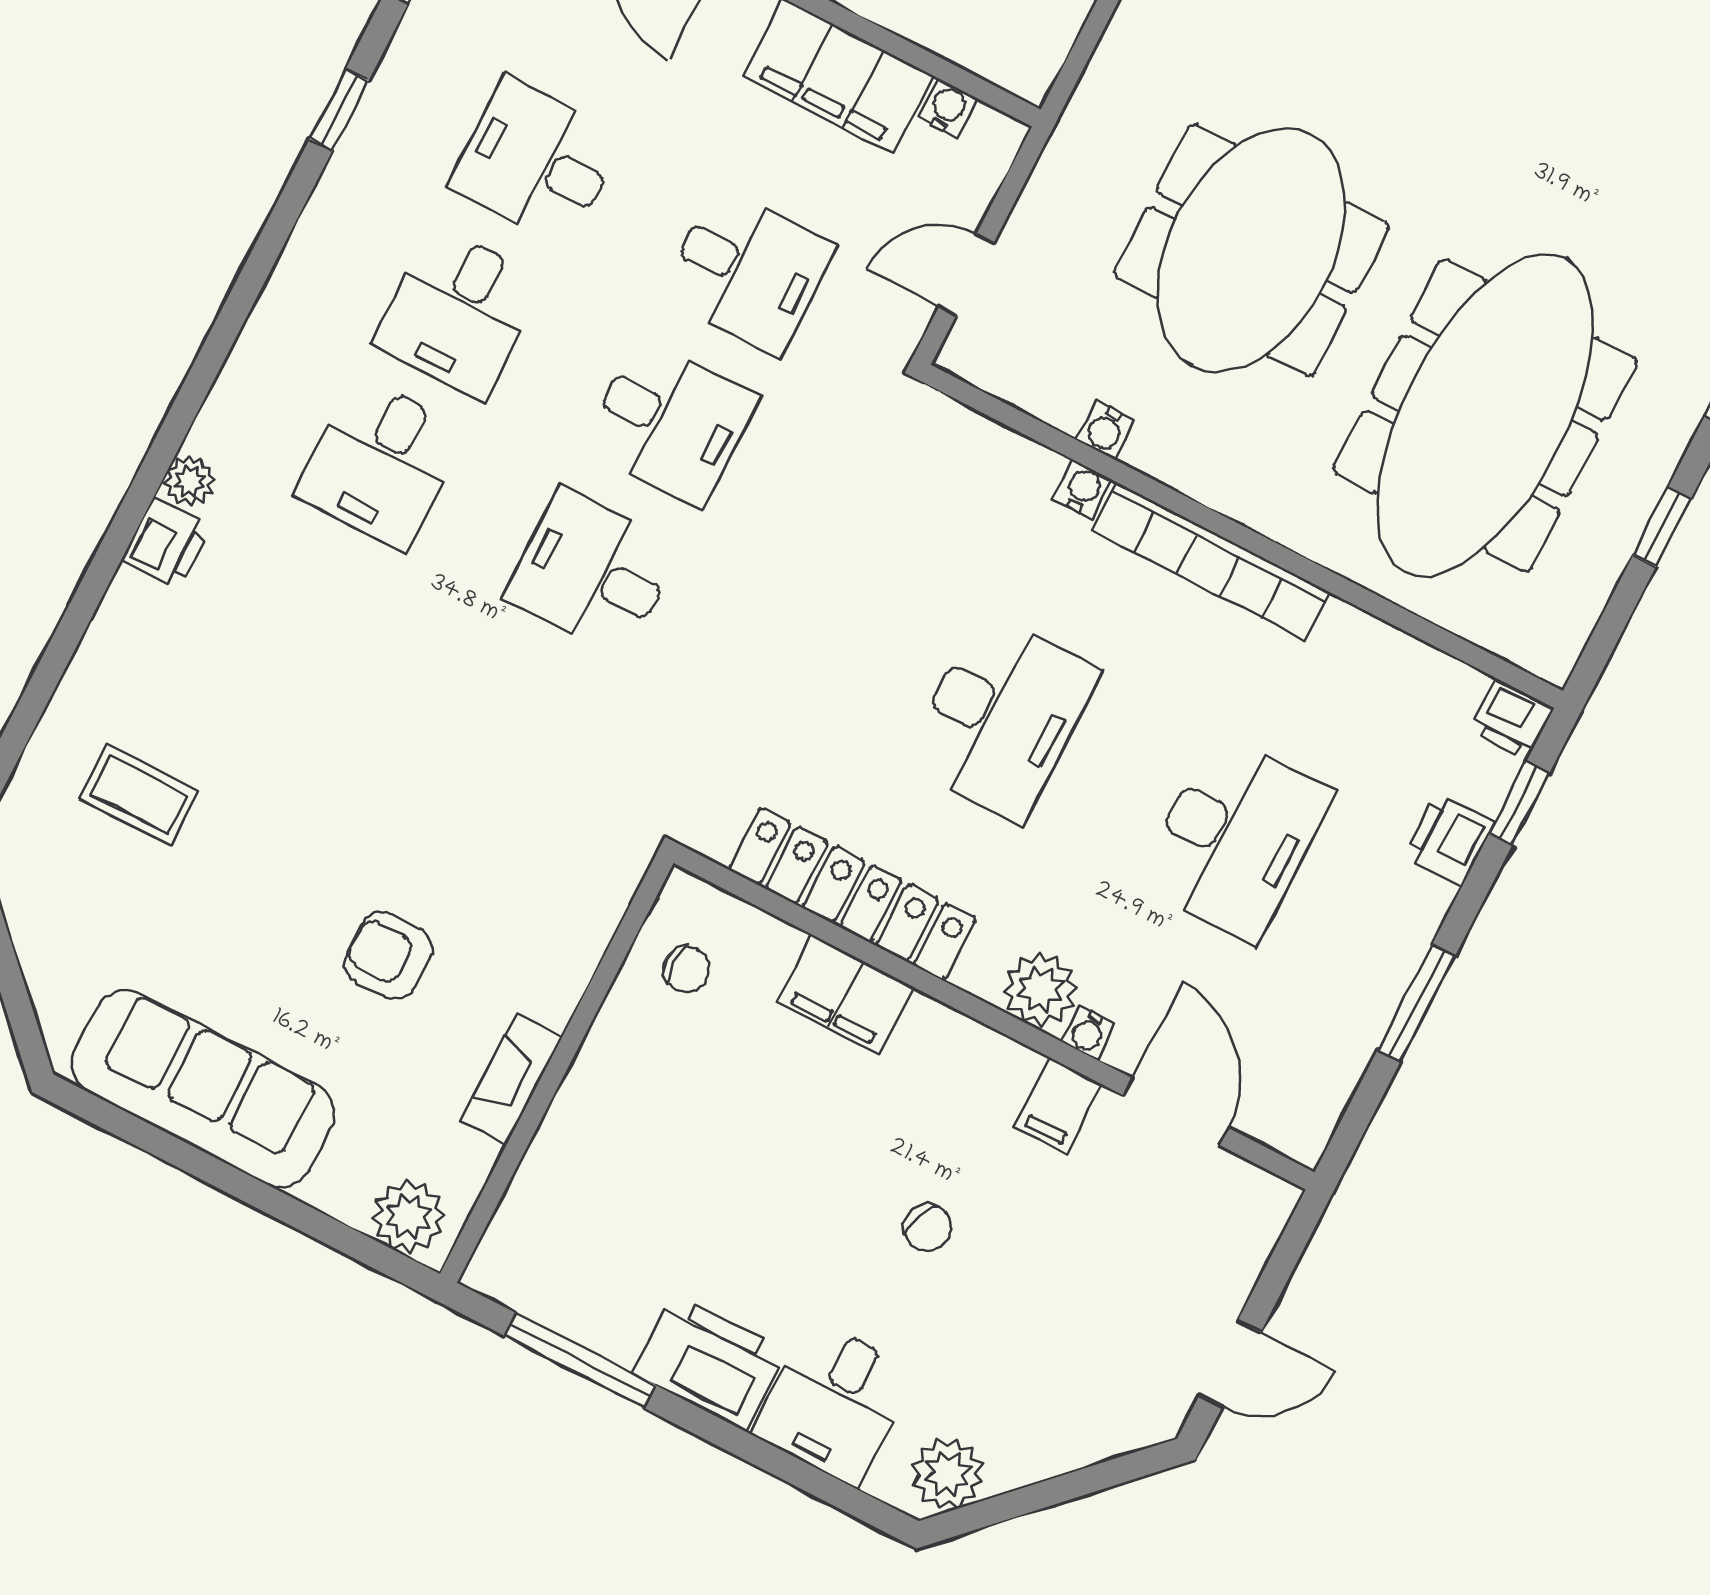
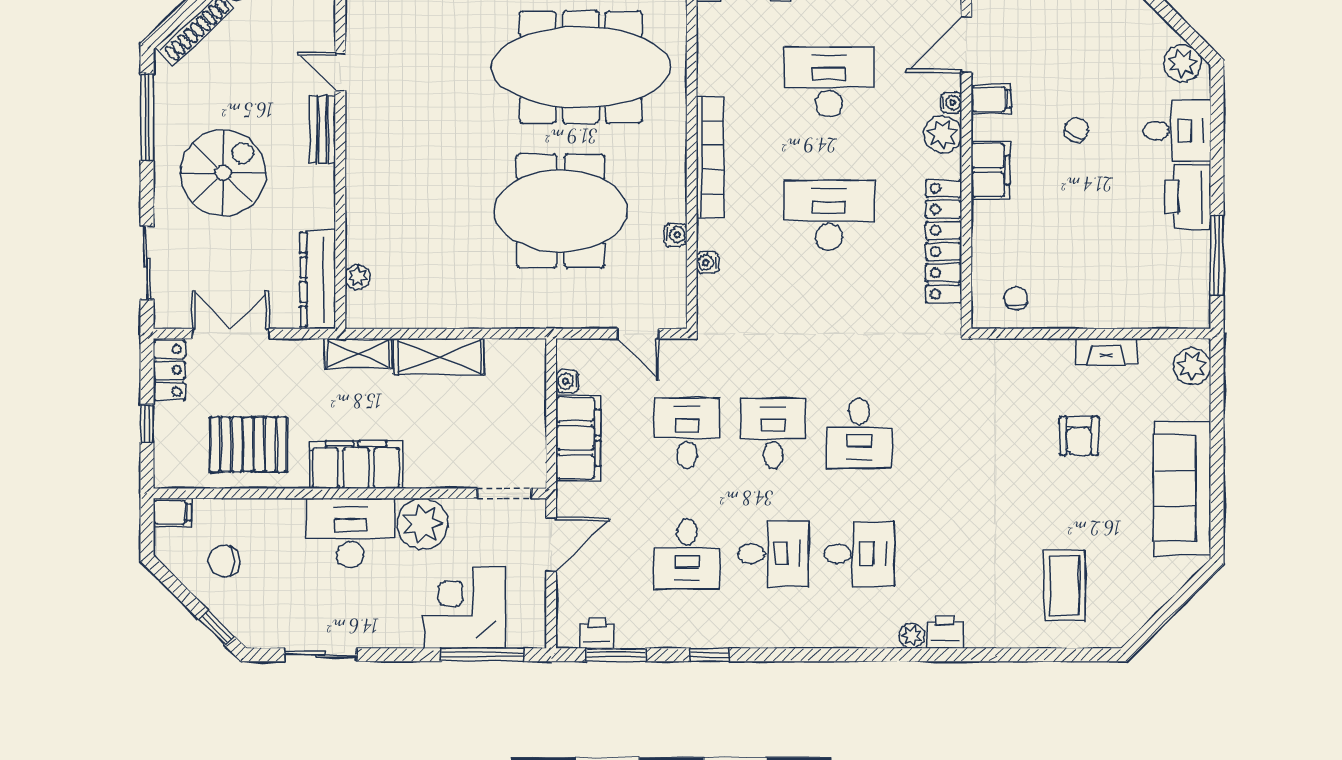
water cooler: (1083, 489) -> (707, 263), moved
coffee table: (139, 795) -> (1065, 585), width x1.36, depth x1.30
filing cabinet: (845, 994) -> (990, 170), moved

